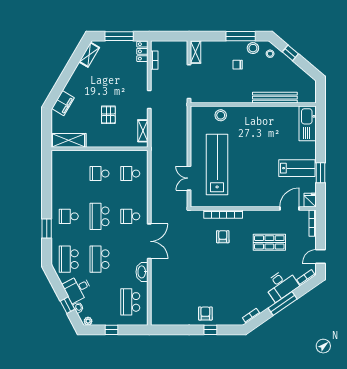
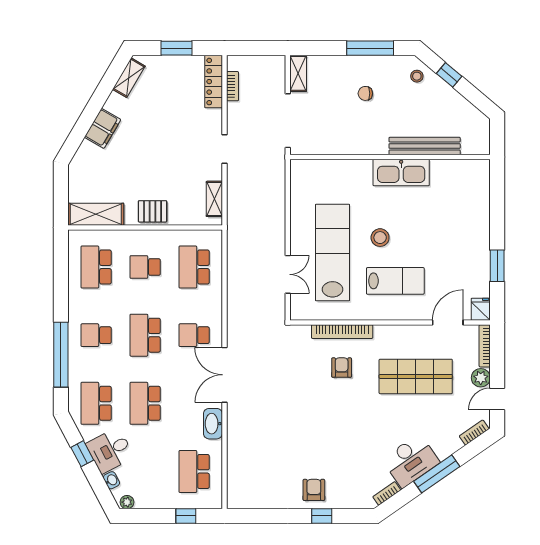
window: (119, 36) -> (177, 48), width x0.69
stool: (253, 48) -> (390, 67), removed
locker: (142, 51) -> (214, 82), width x1.53
filing cabinet: (63, 103) -> (103, 128), moved
pallet: (108, 115) -> (153, 211), moved, turned 90
stool: (221, 115) -> (380, 238), moved
kitchen sink: (308, 123) -> (401, 172), moved, turned -90
lab bench: (297, 168) -> (395, 281), moved
school desk: (69, 174) -> (96, 267), added
school desk: (130, 174) -> (194, 267), width x1.85
double door: (189, 178) -> (288, 274), swing flipped
window: (47, 229) -> (61, 355), width x2.11
double door: (149, 241) -> (224, 375), swing flipped
shop shelf: (269, 242) -> (416, 376), width x1.43, depth x1.36
plant: (310, 243) -> (481, 378), added
desk: (281, 285) -> (411, 461), moved
window: (68, 305) -> (82, 454), moved
window: (111, 330) -> (186, 516), moved

